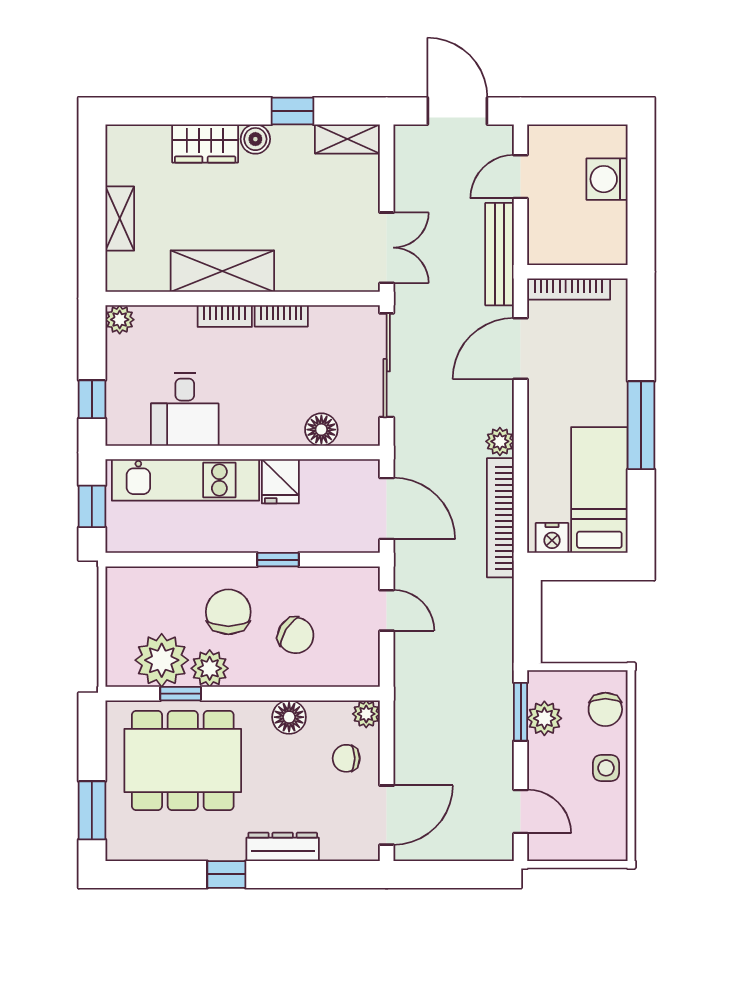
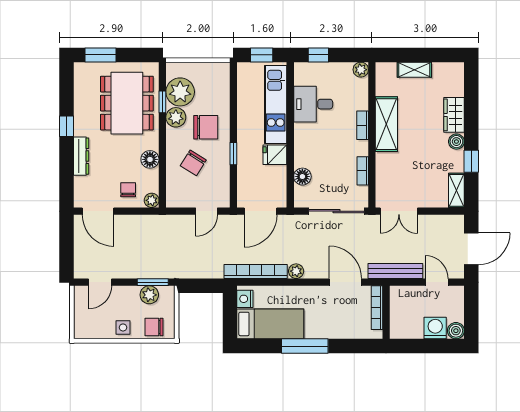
boiler: (612, 140) -> (456, 331), added
bookcase: (281, 316) -> (363, 171), moved

